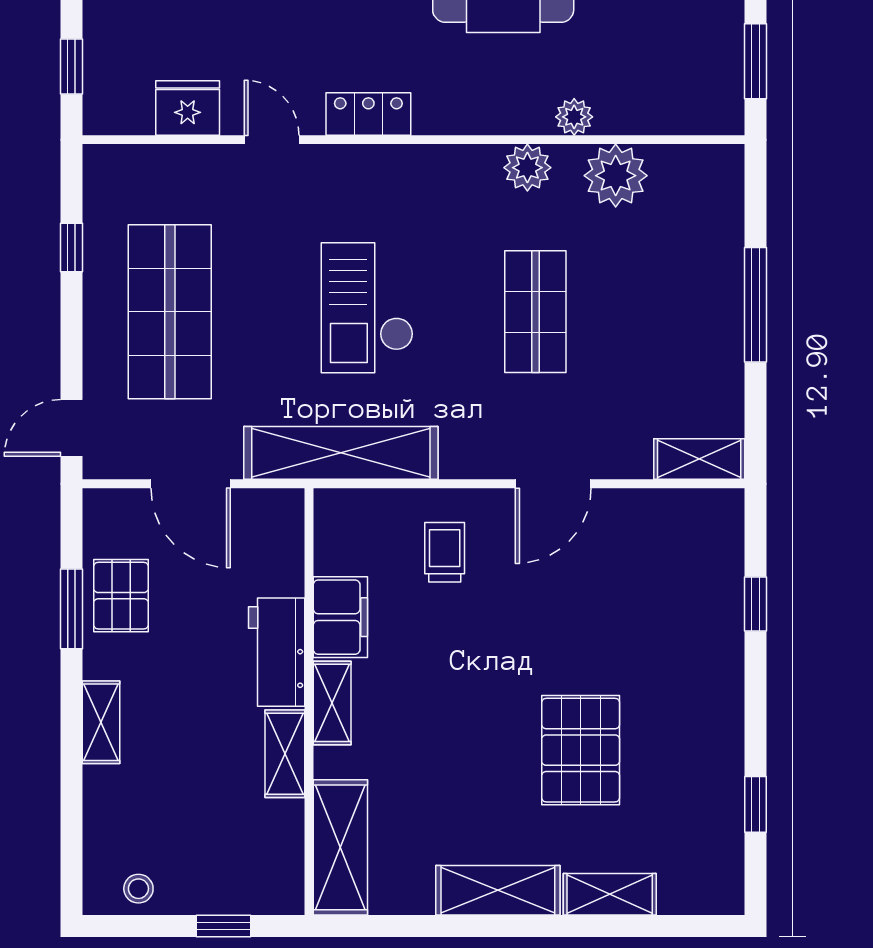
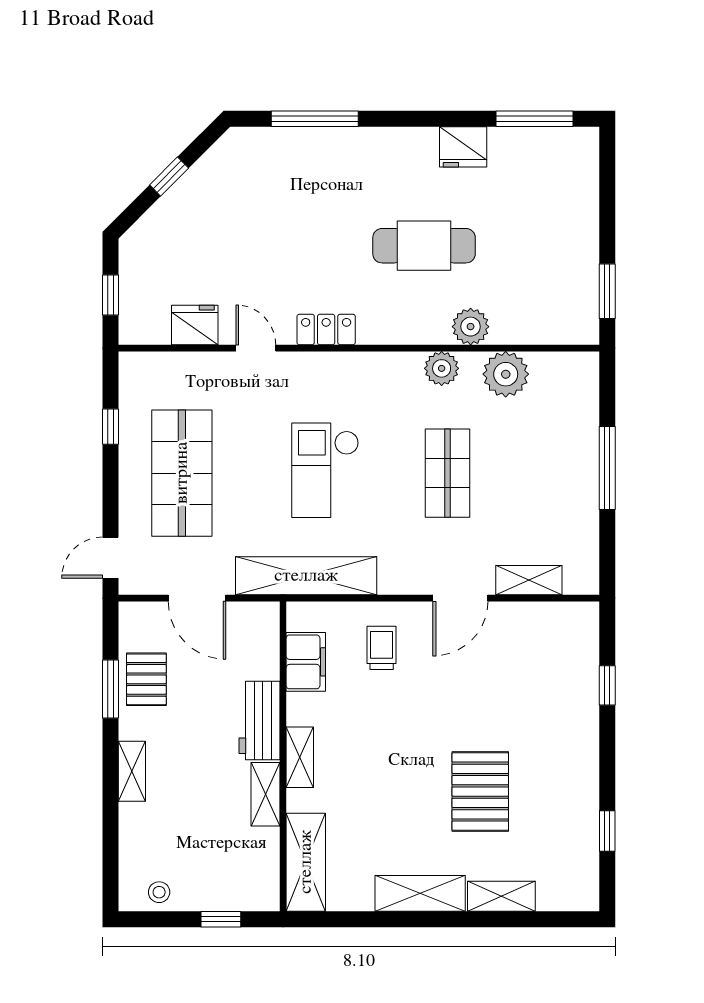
plant: (574, 117) -> (471, 327), width x1.38, depth x1.38
shelving: (699, 459) -> (529, 580), moved
filing cabinet: (340, 617) -> (306, 662), moved

